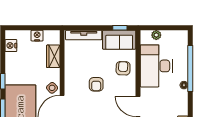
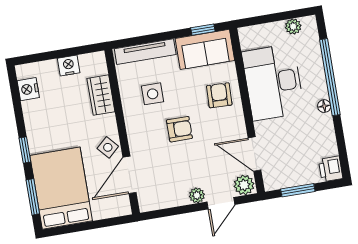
plant: (156, 35) -> (293, 27), moved
side table: (84, 61) -> (153, 94), added
armchair: (96, 84) -> (179, 129), turned -90

